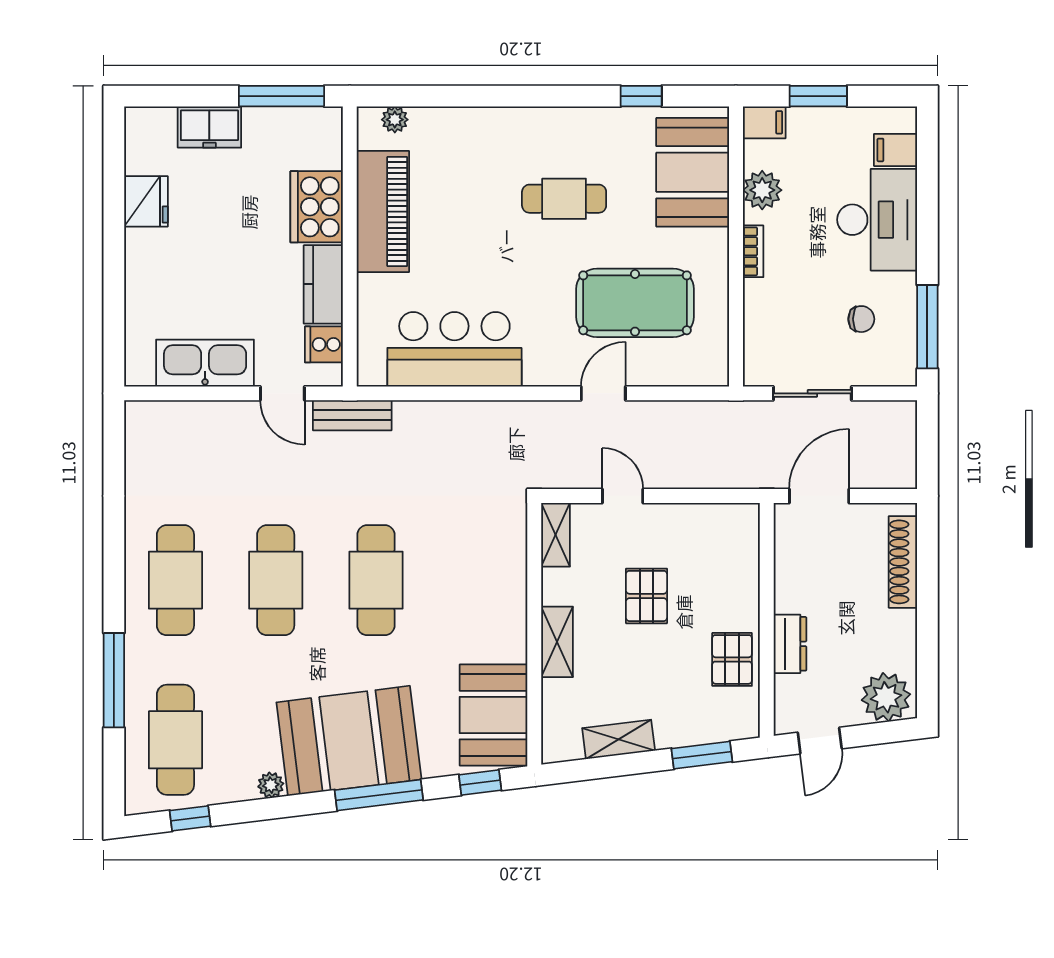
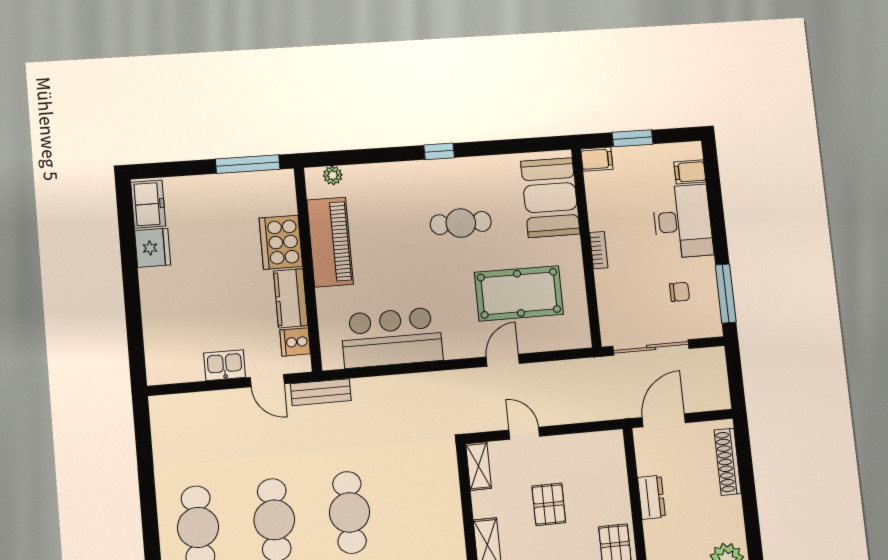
window: (641, 96) -> (439, 151), moved
freezer: (209, 127) -> (148, 204), moved, turned -90
plant: (762, 190) -> (601, 207), removed
kitchen sink: (205, 363) -> (225, 365), width x0.53, depth x0.81
sliding door: (812, 393) -> (651, 347), width x1.37
dresser: (790, 644) -> (651, 497), moved

